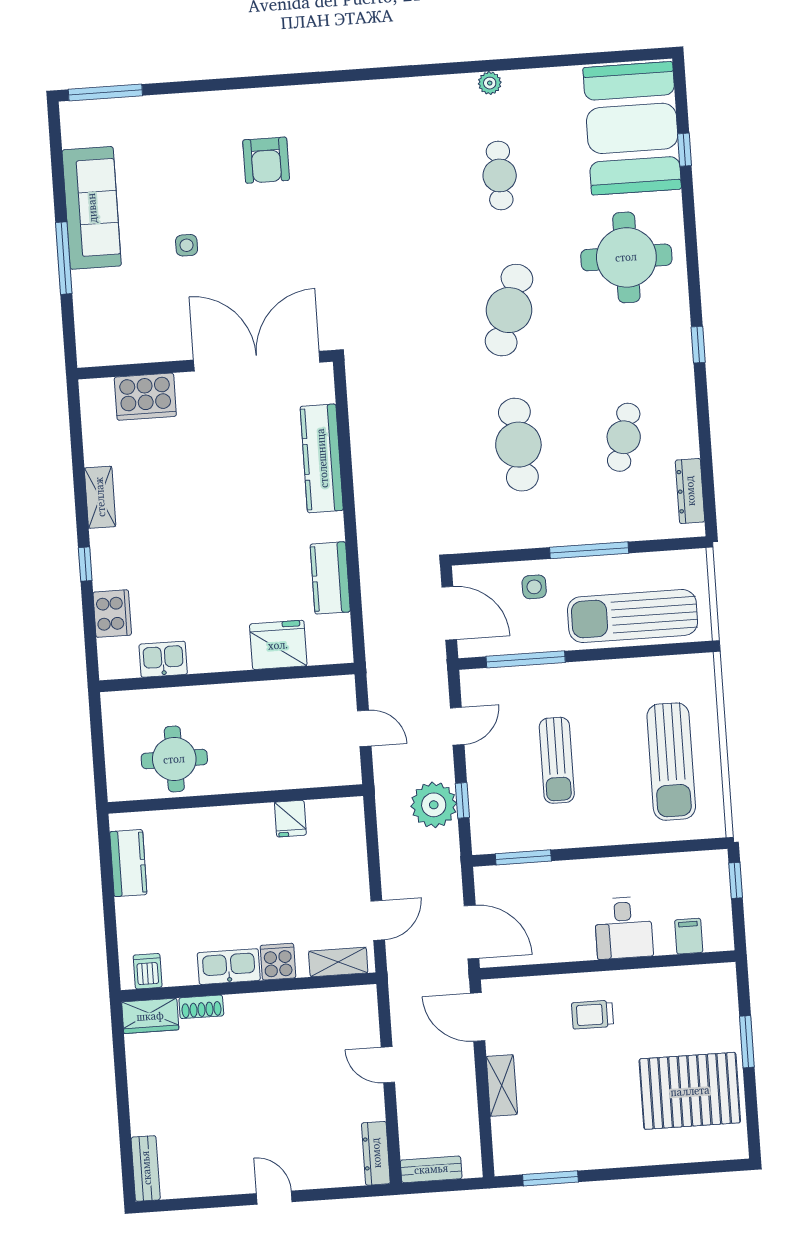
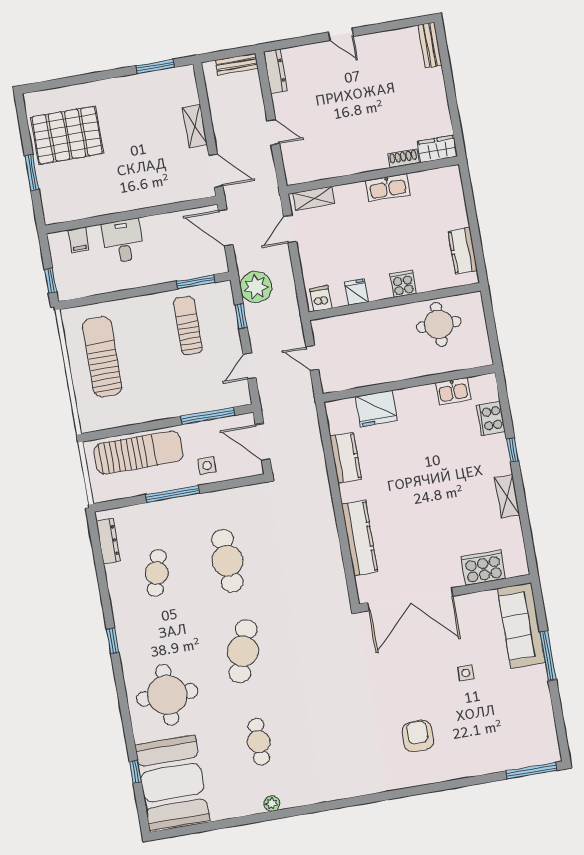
sofa: (92, 208) -> (521, 626), moved
sun lounger: (557, 760) -> (188, 325), moved
plant: (434, 805) -> (256, 287), moved
cooker: (278, 962) -> (403, 284), moved, turned 180
dishwasher: (148, 971) -> (321, 298), moved, turned 180
trolley: (592, 1015) -> (138, 180), removed

